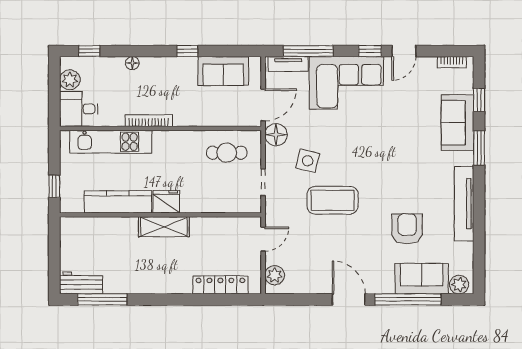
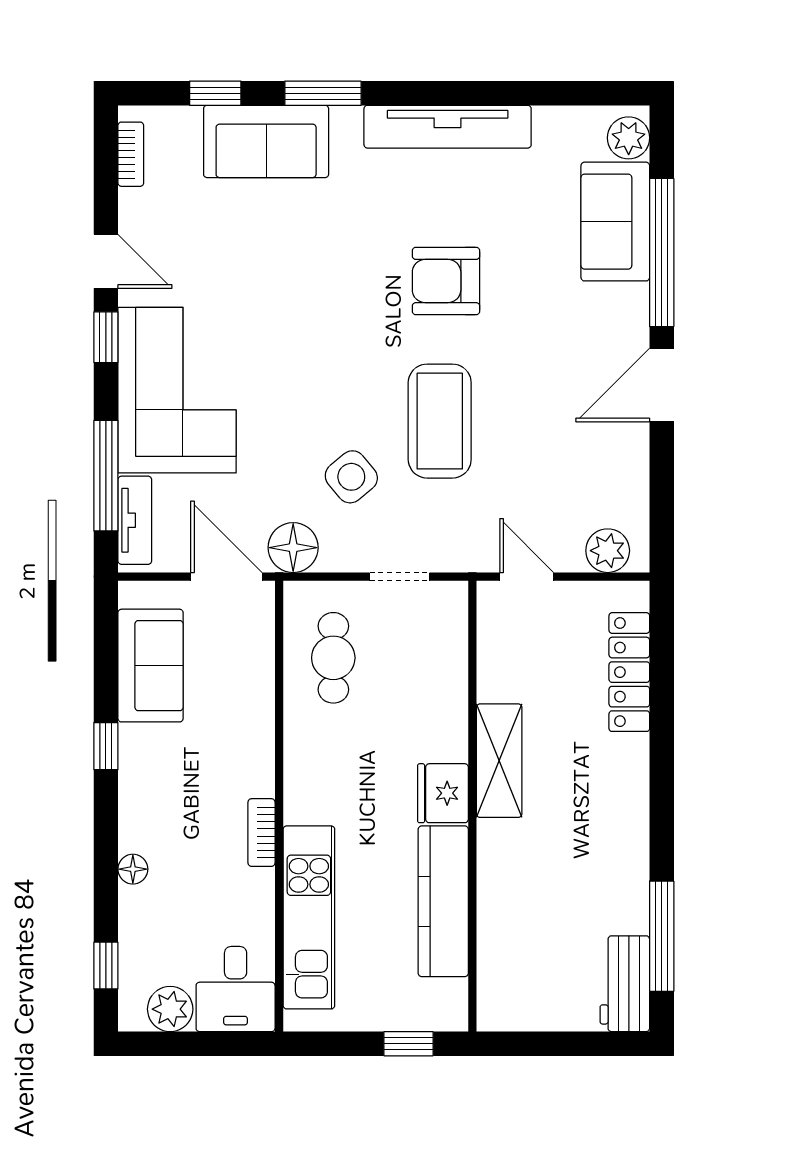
bookcase: (149, 121) -> (262, 833), width x0.64
side table: (308, 161) -> (351, 477), turned 36
shelving: (164, 227) -> (499, 761), moved
armchair: (407, 229) -> (446, 281), moved

